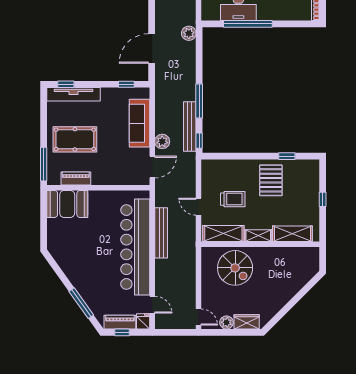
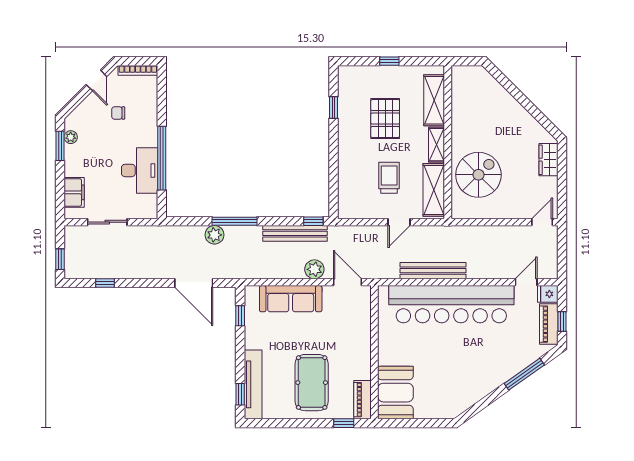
plant: (189, 33) -> (214, 235), moved
window: (199, 101) -> (234, 221), moved
window: (44, 164) -> (344, 423), width x0.46
piano: (76, 178) -> (362, 400), moved
pallet: (271, 180) -> (385, 119), moved, turned 90
plant: (226, 322) -> (549, 186), removed

